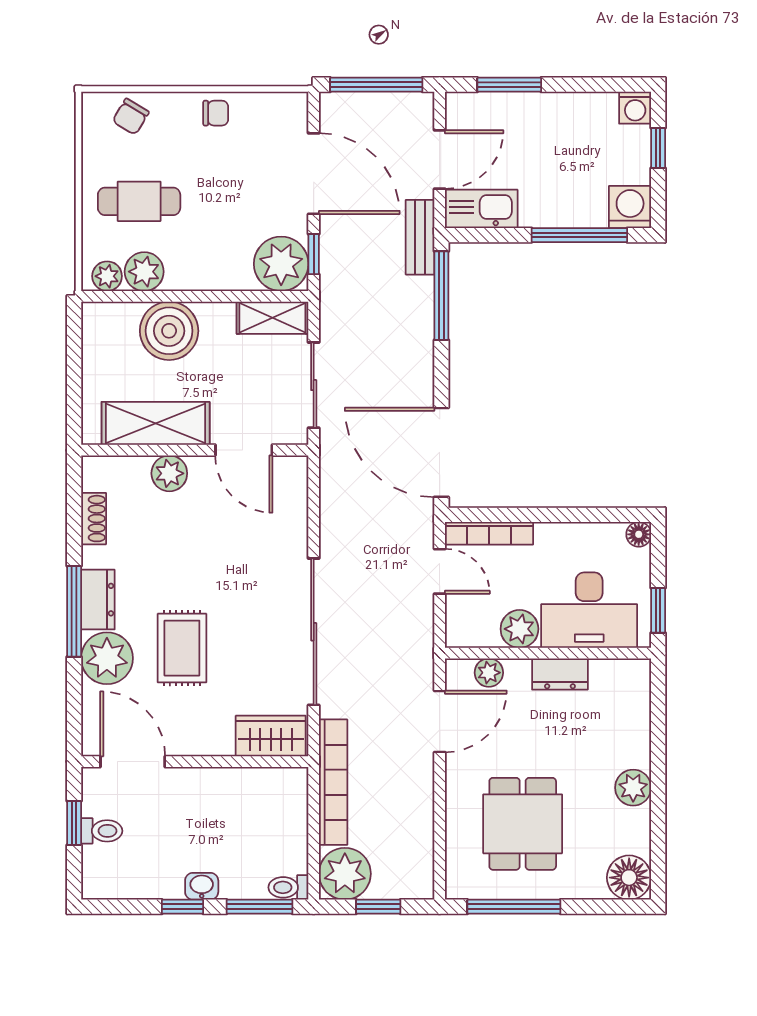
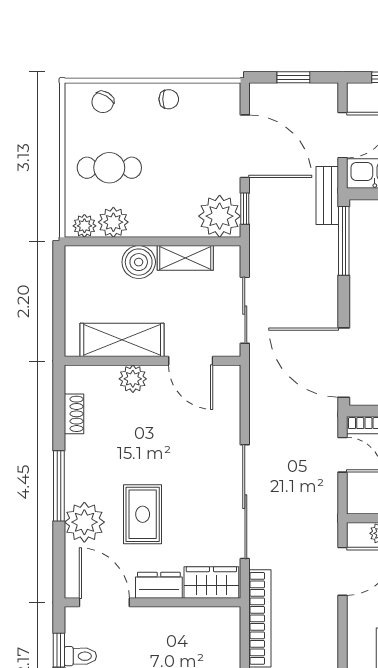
window: (376, 85) -> (293, 77), width x0.46
shelving: (272, 318) -> (185, 258), moved
boiler: (169, 331) -> (139, 262), width x0.73, depth x0.73
dresser: (98, 600) -> (159, 585), moved, turned -90

